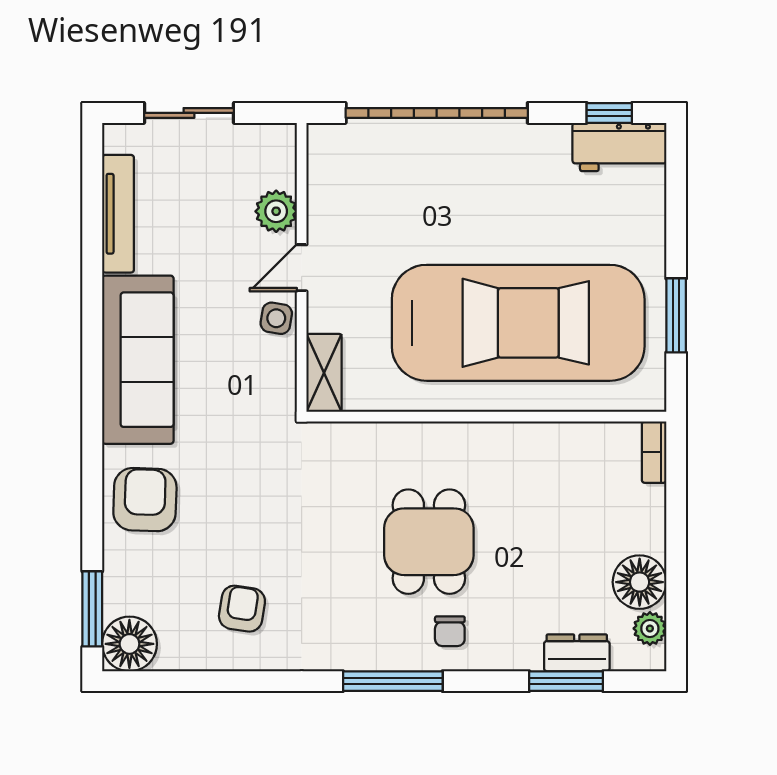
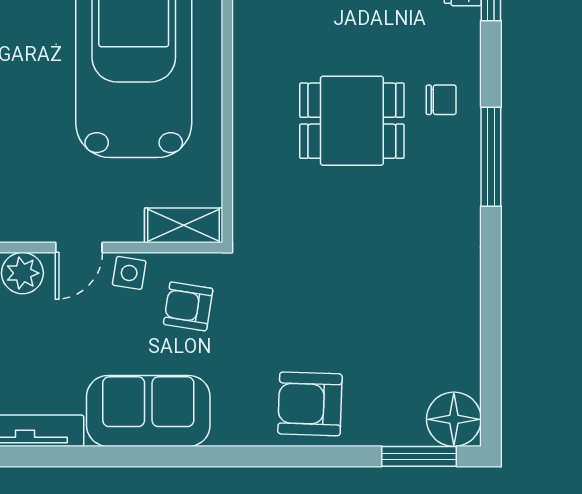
door: (302, 268) -> (79, 248), hinge flipped
sofa: (138, 360) -> (148, 411), width x0.73
armchair: (242, 609) -> (188, 306), moved

